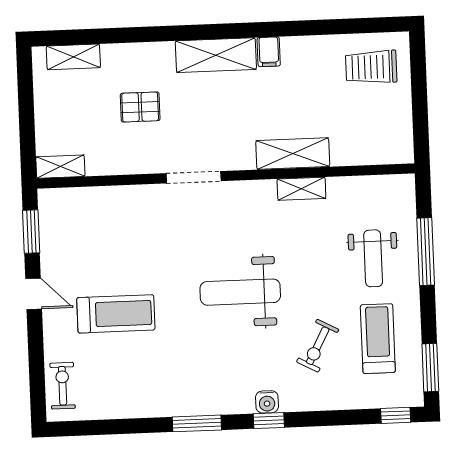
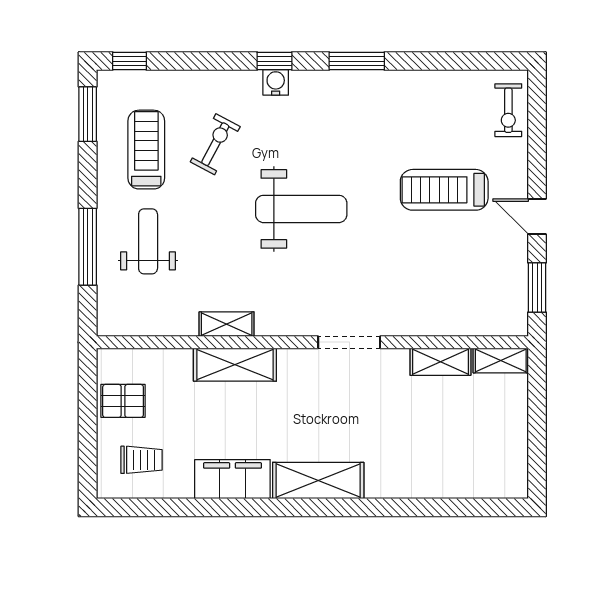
filing cabinet: (269, 52) -> (232, 479), width x3.00, depth x1.17
shelving: (73, 57) -> (440, 362), moved
trolley: (371, 67) -> (141, 460), width x0.73, depth x0.72
pallet: (140, 107) -> (123, 401), moved
treadmill: (378, 339) -> (146, 150), turned 180

